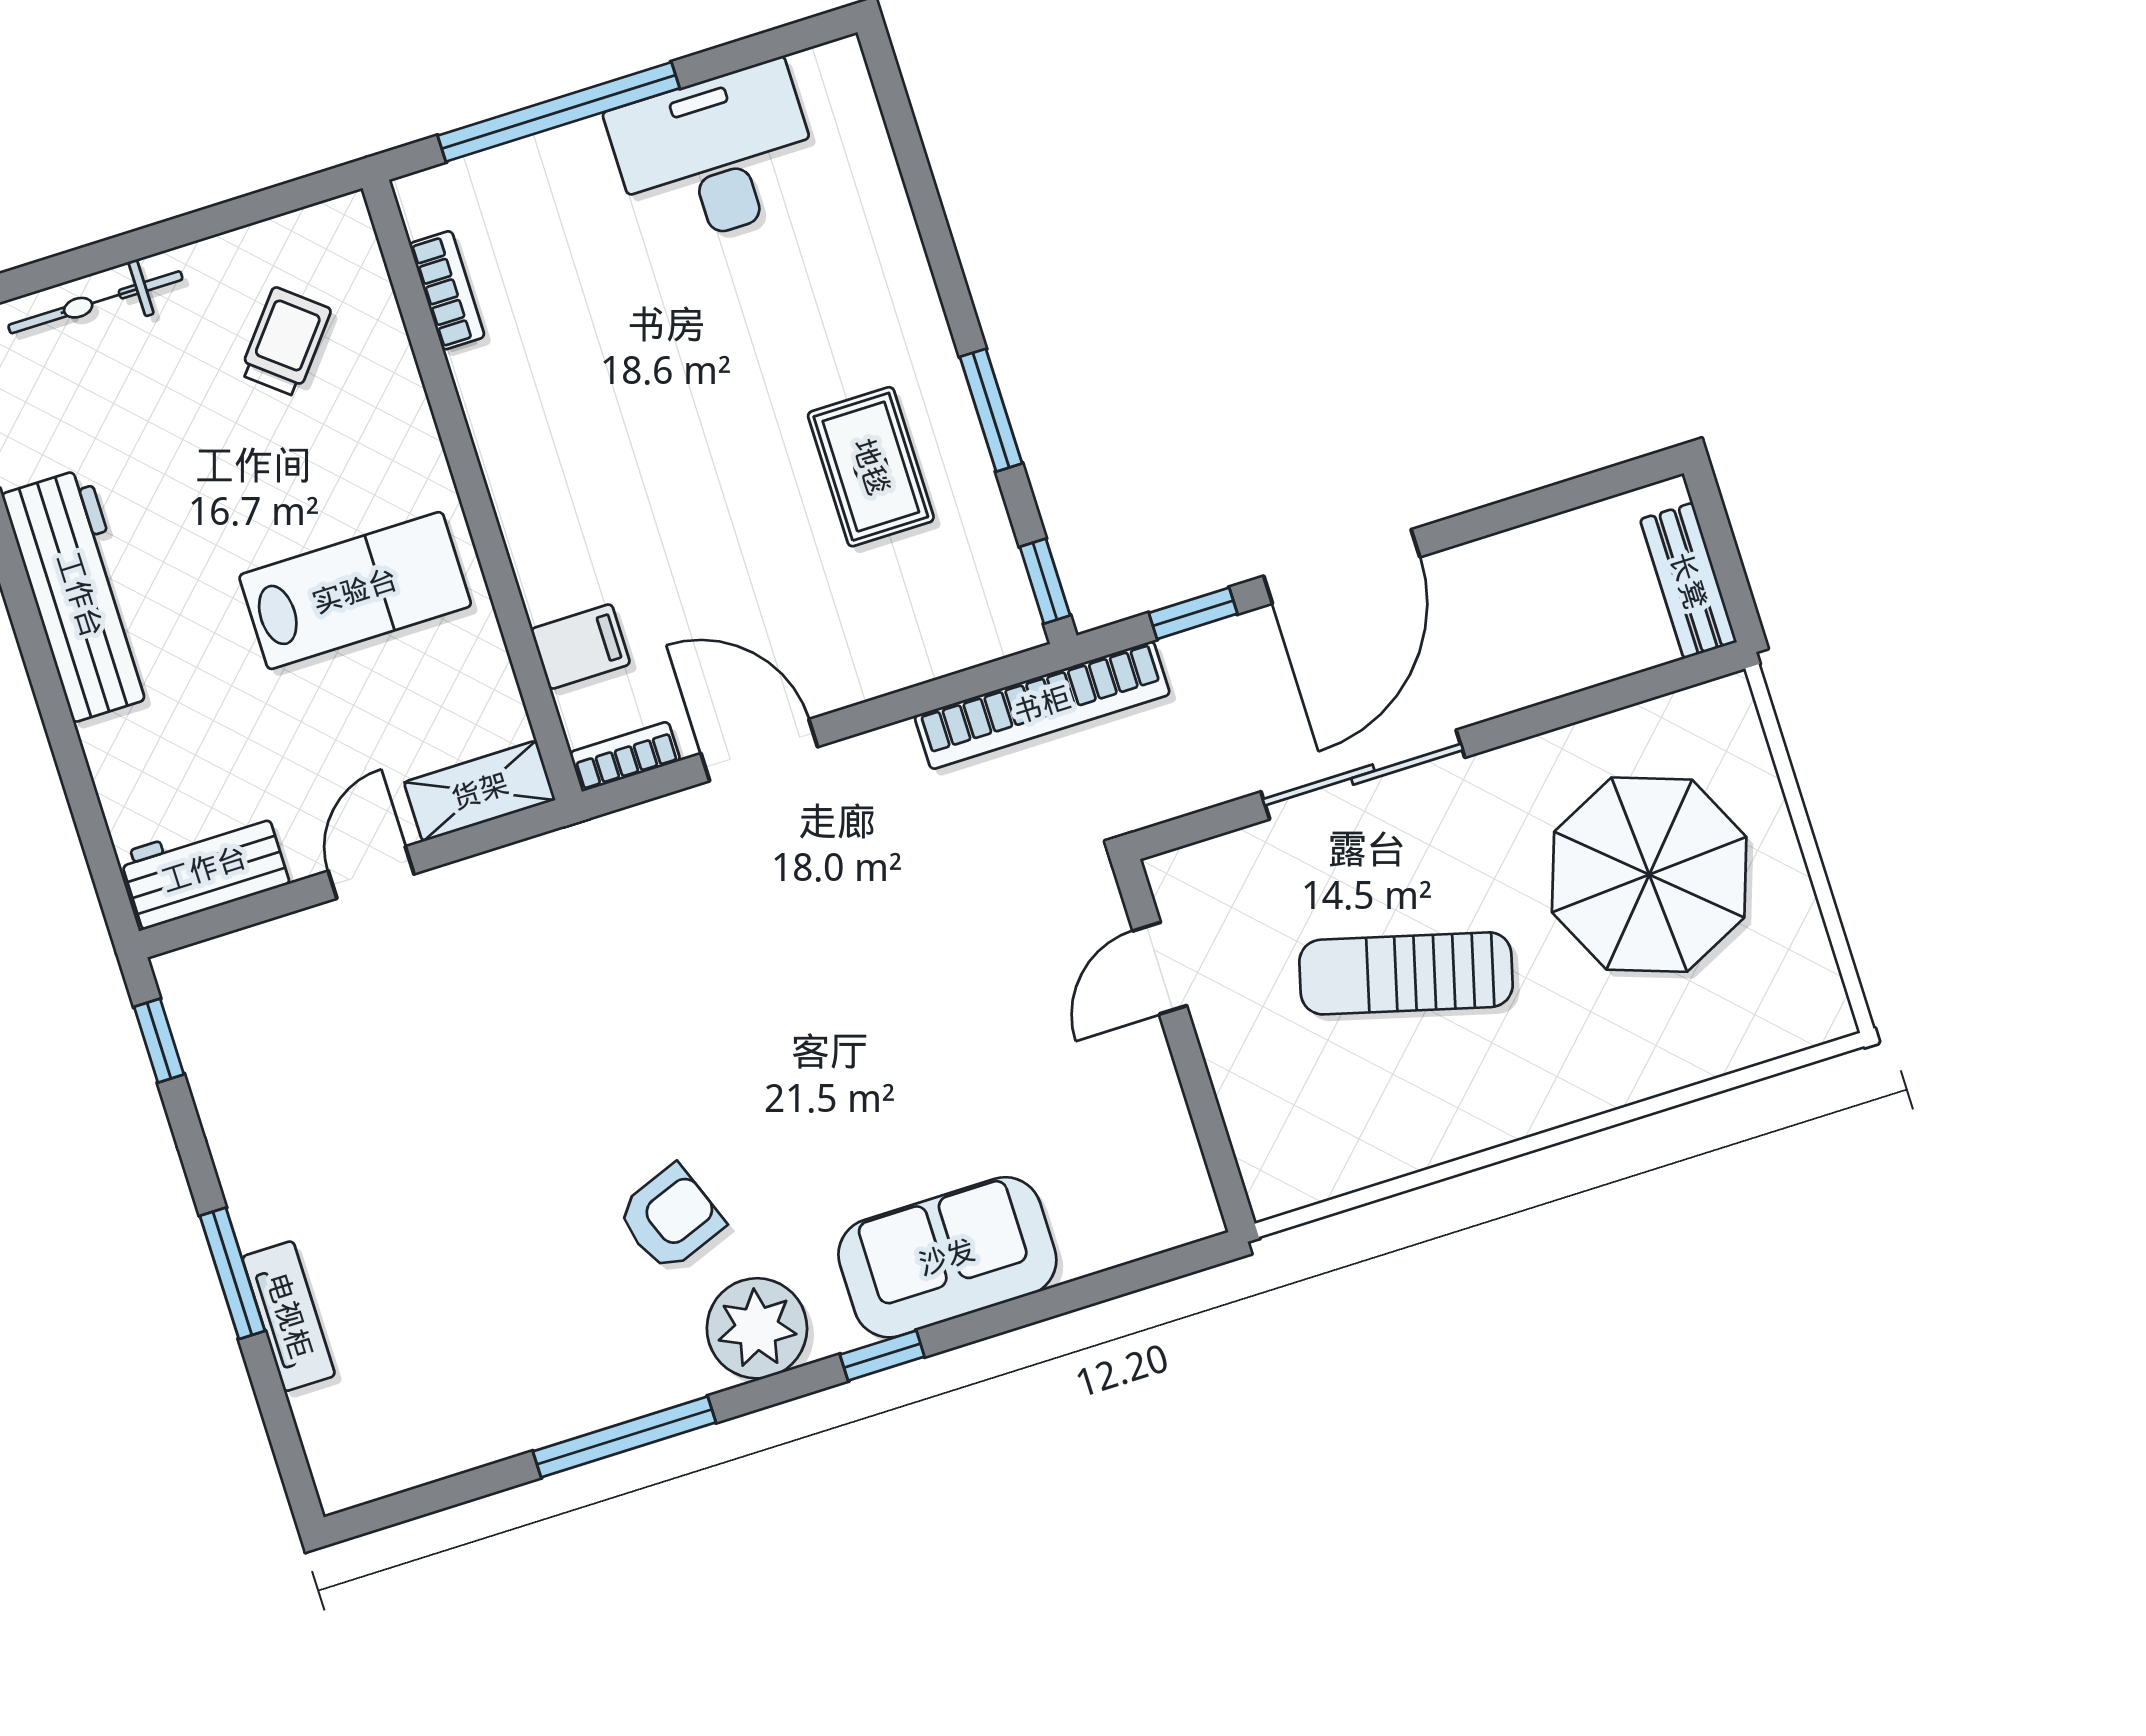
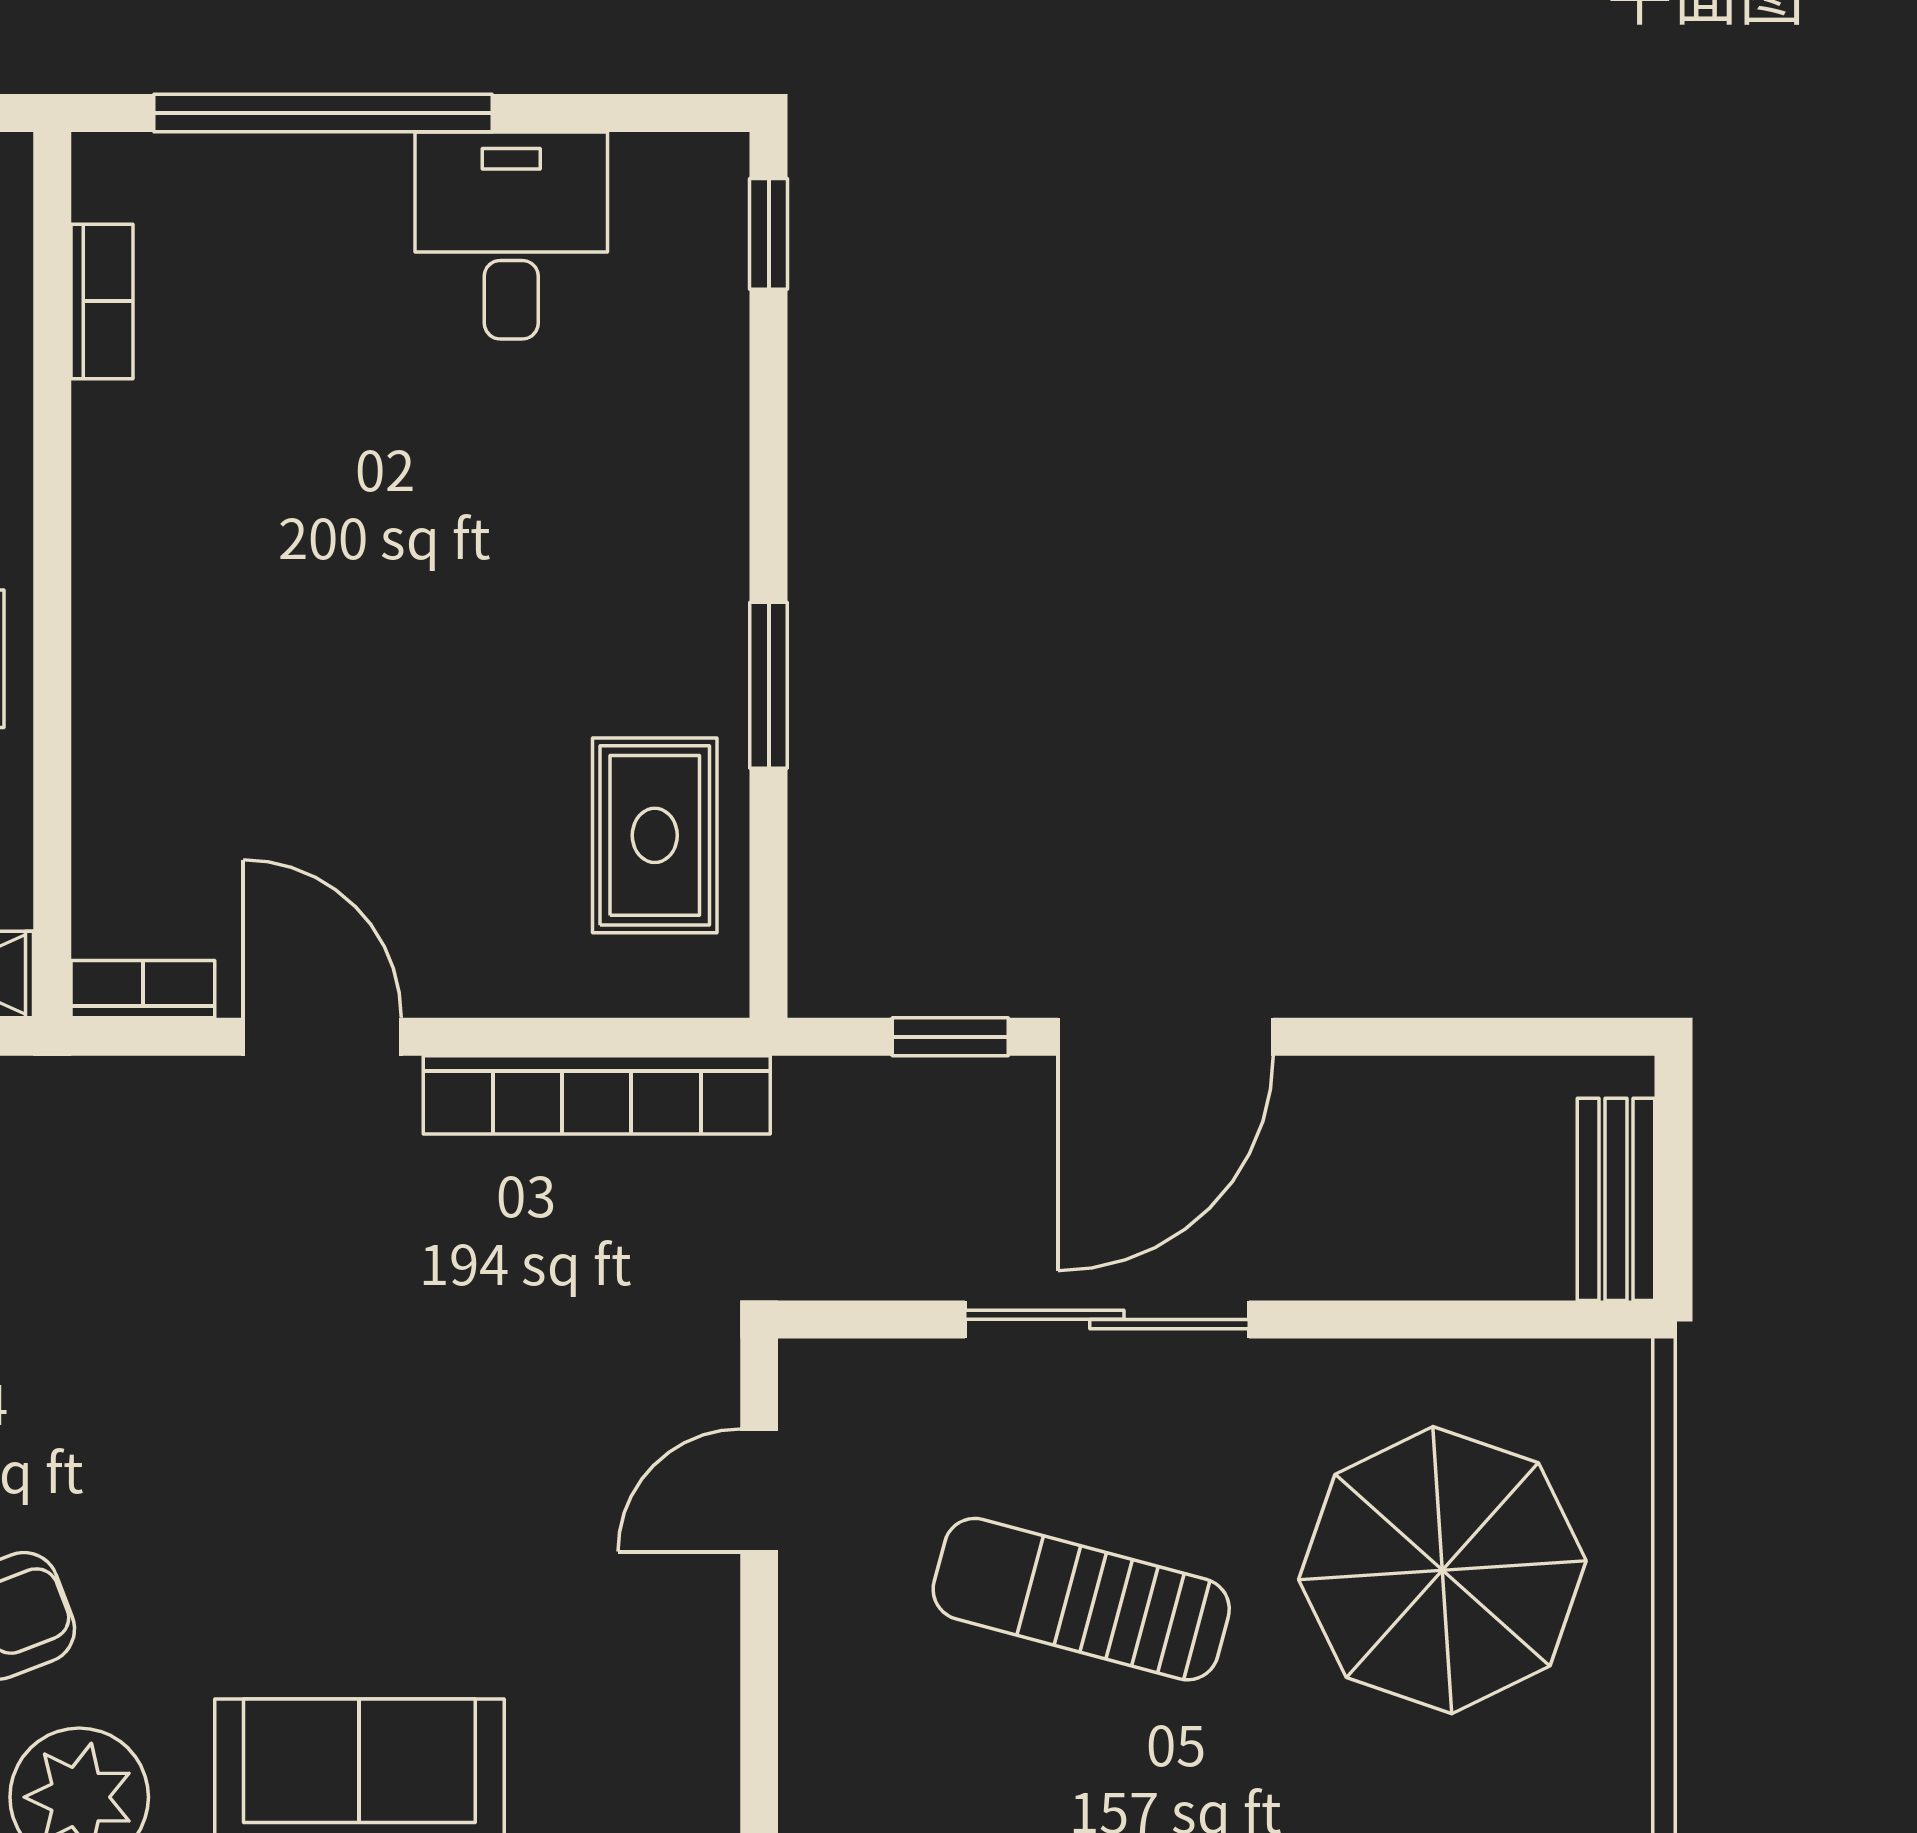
desk: (715, 156) -> (511, 235), width x0.73
rug: (871, 467) -> (655, 835), moved
window: (1045, 581) -> (769, 234), moved
filing cabinet: (581, 647) -> (130, 826), removed
bookcase: (1042, 705) -> (597, 1095), moved

